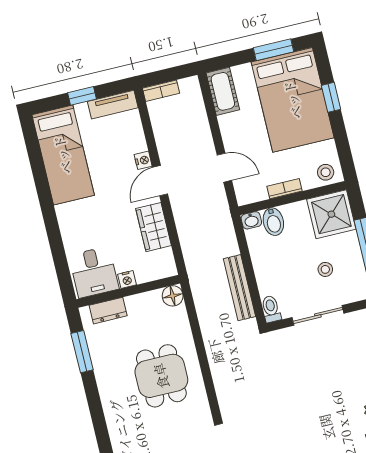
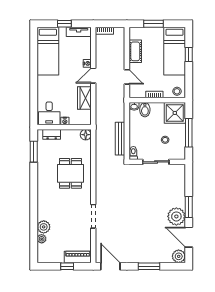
window: (274, 50) -> (153, 24), moved
cot: (223, 91) -> (135, 51), moved
bed: (293, 100) -> (175, 51), width x0.67

